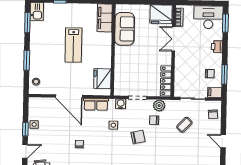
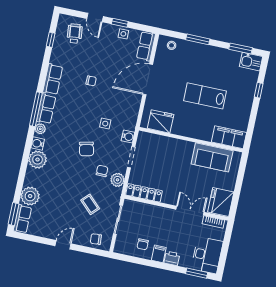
window: (224, 75) -> (138, 261), removed
filing cabinet: (215, 92) -> (159, 254), moved
row of seats: (96, 104) -> (146, 46), moved

